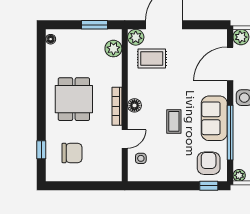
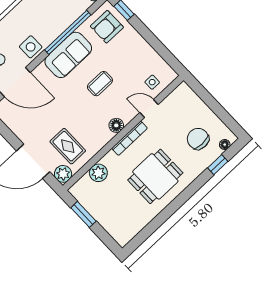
floor lamp: (51, 39) -> (225, 145), moved
plant: (113, 49) -> (98, 173), moved

